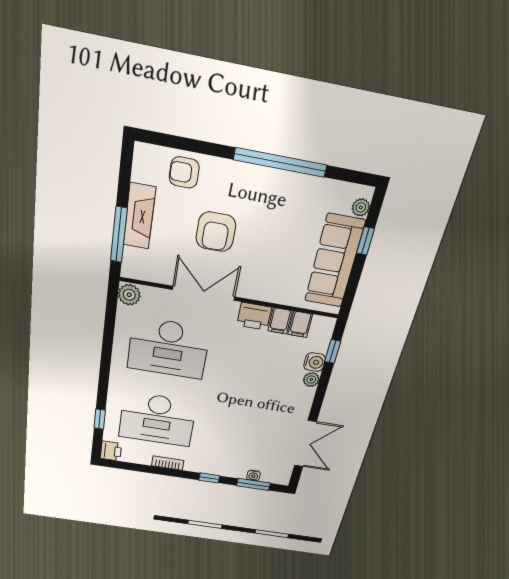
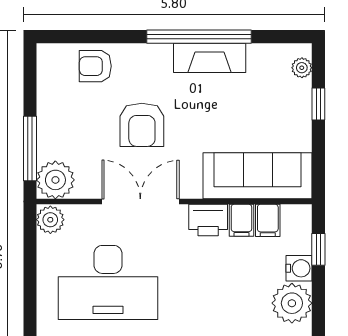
fireplace: (139, 216) -> (210, 58), moved, turned 90
sofa: (334, 261) -> (258, 176), moved, turned 90
plant: (137, 264) -> (55, 180), added
plant: (311, 380) -> (292, 303), width x1.88, depth x1.88

